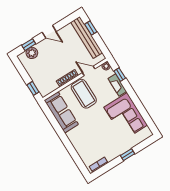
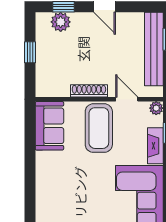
window: (33, 88) -> (30, 52), moved
sofa: (61, 112) -> (49, 126), width x0.73

